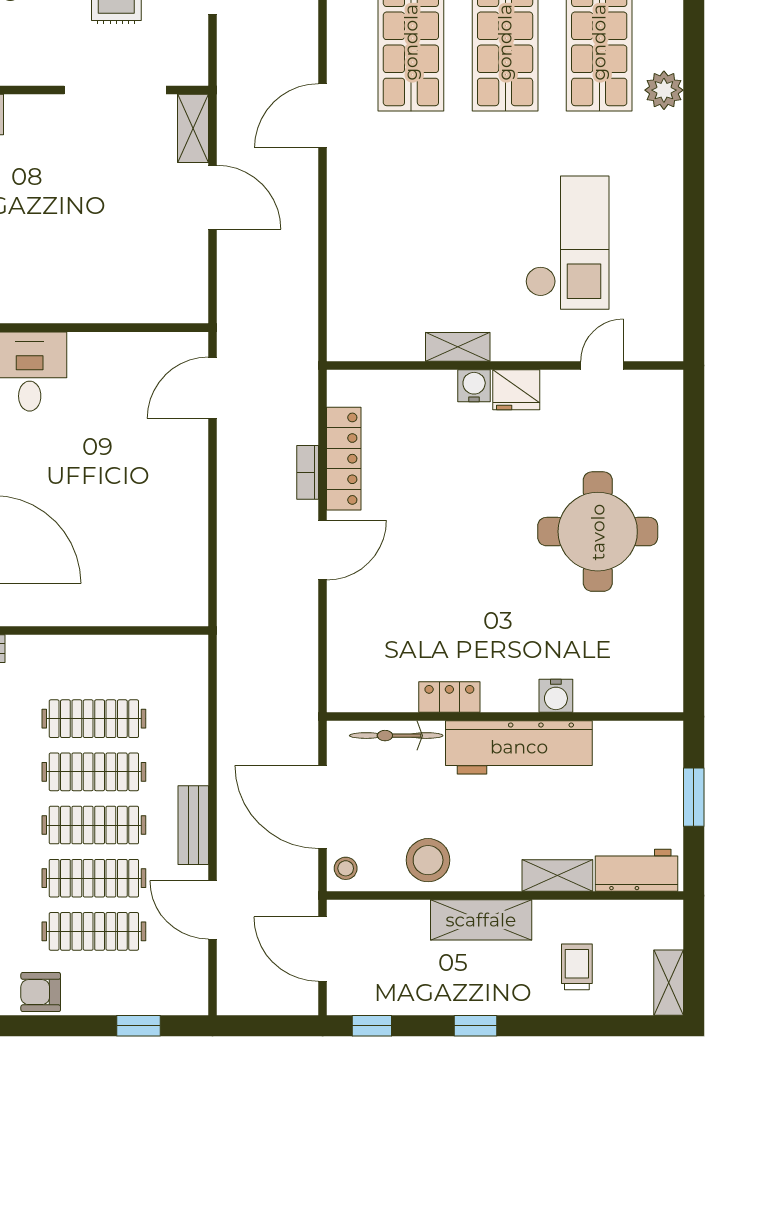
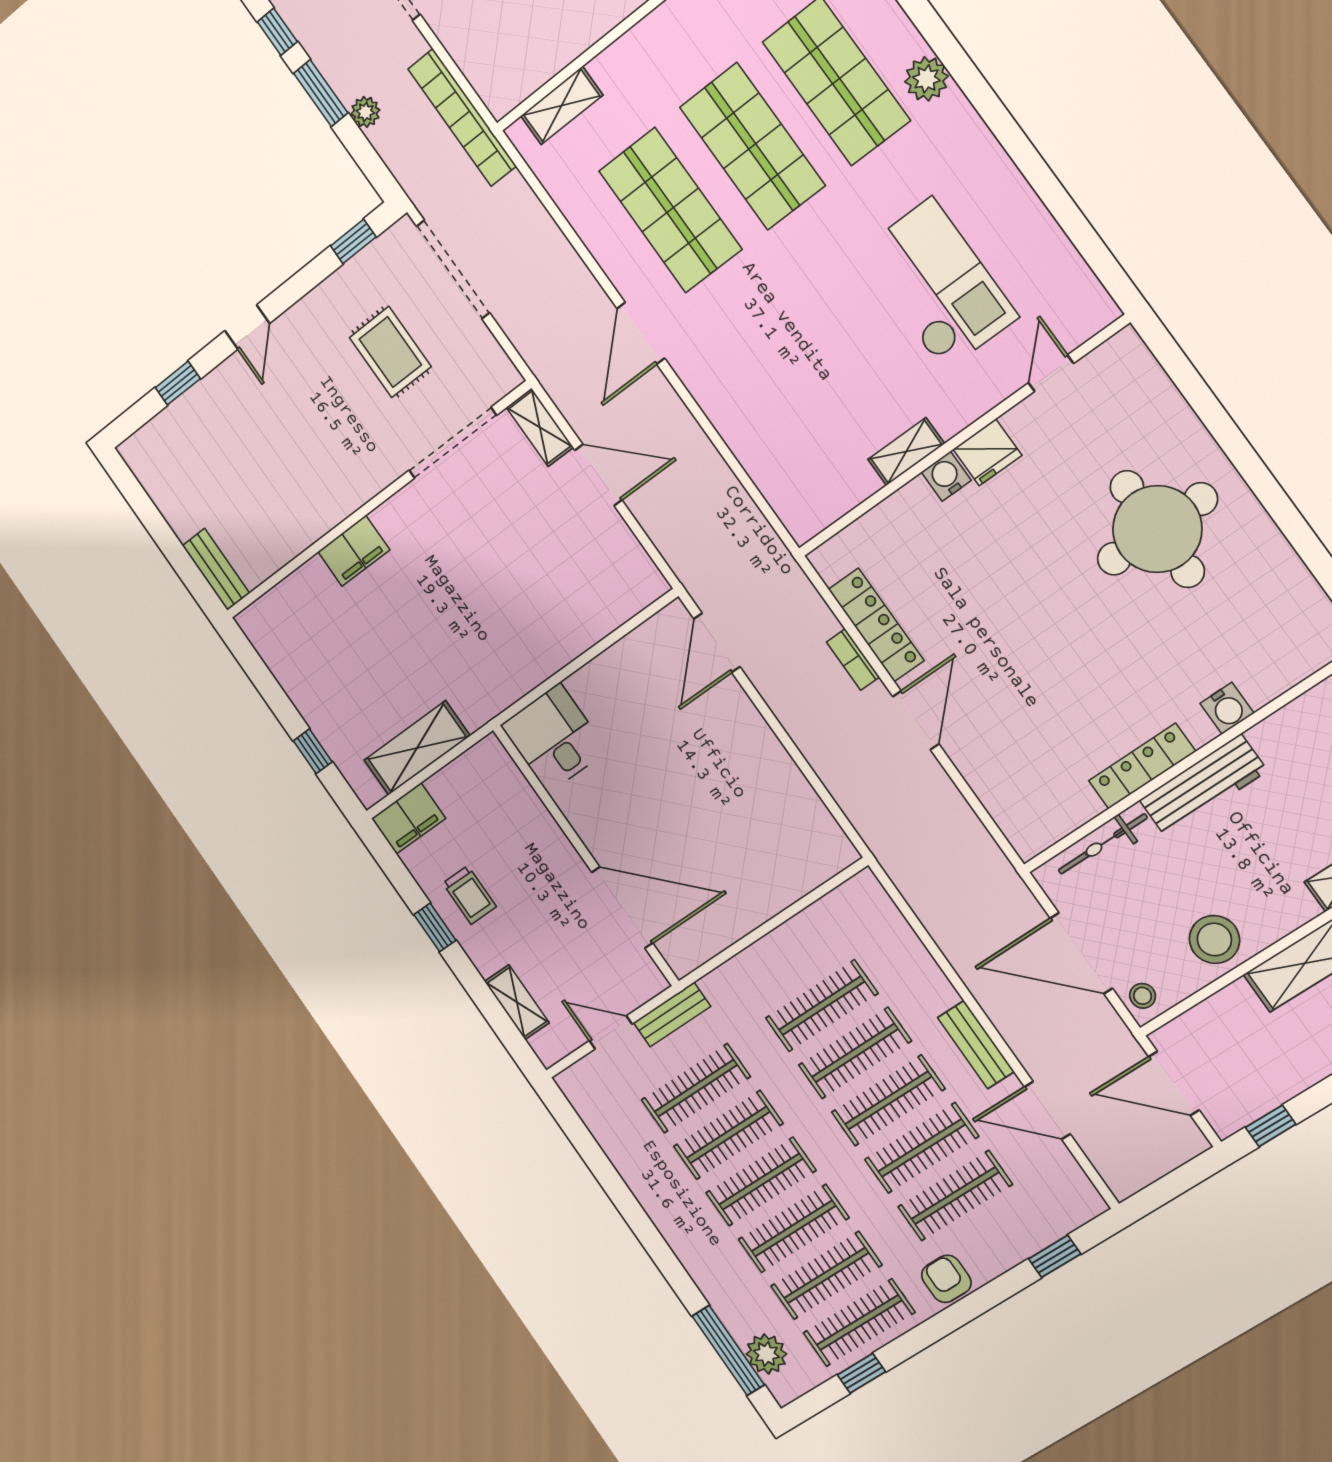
locker: (449, 697) -> (1142, 766), width x1.53
workbench: (519, 747) -> (1203, 786), width x0.73, depth x0.76
armchair: (41, 992) -> (946, 1279), turned 90

